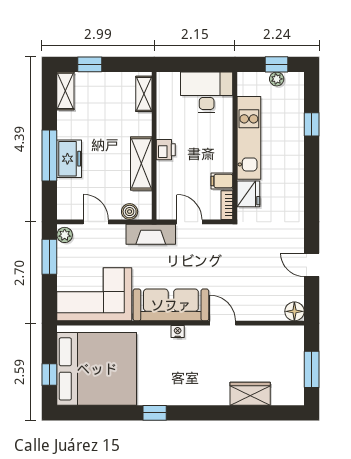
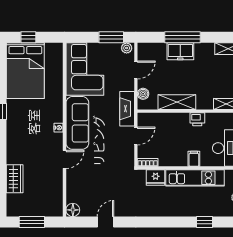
printer: (166, 150) -> (197, 119), moved
filing cabinet: (222, 181) -> (194, 159), moved
bed: (97, 369) -> (25, 71), width x0.73

